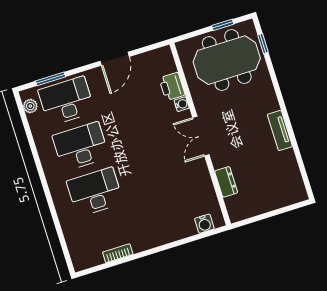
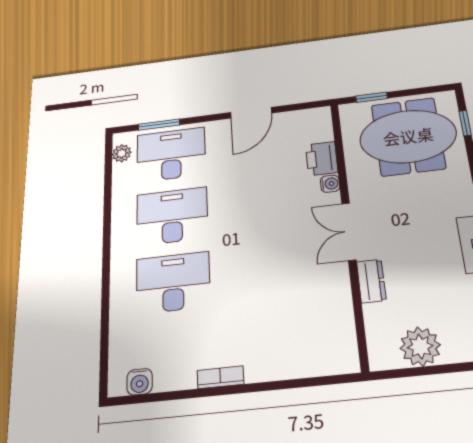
window: (223, 25) -> (372, 97), moved
dresser: (226, 182) -> (371, 281), moved
plant: (258, 202) -> (420, 347), added
water cooler: (204, 224) -> (140, 382), moved
bookcase: (118, 253) -> (220, 377), moved

